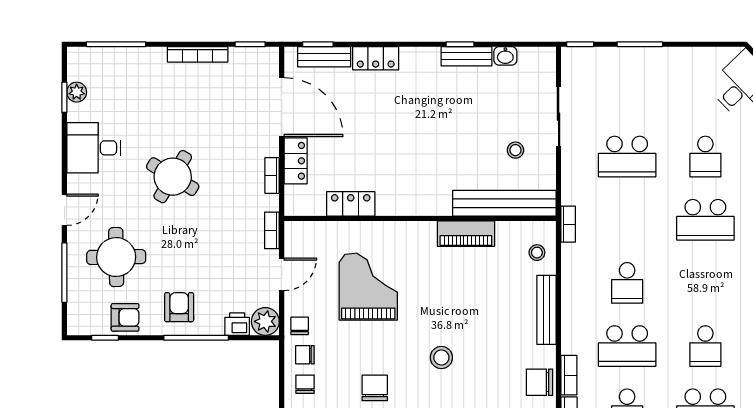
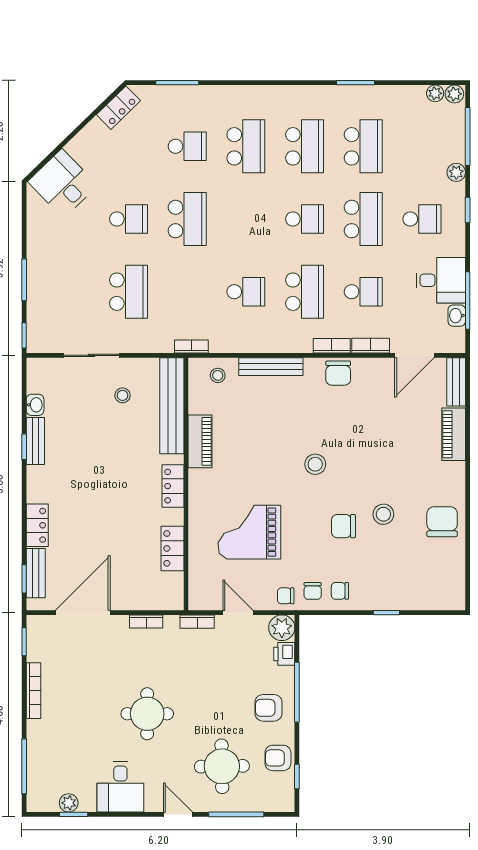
locker: (296, 161) -> (173, 486), moved, turned -90
round table: (173, 177) -> (147, 714), turned -31
armchair: (125, 317) -> (278, 758), turned -90

